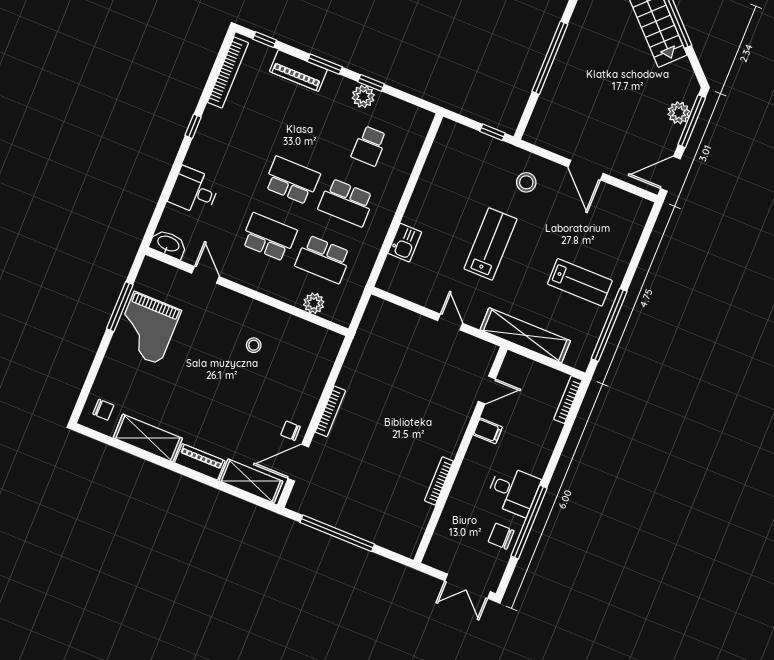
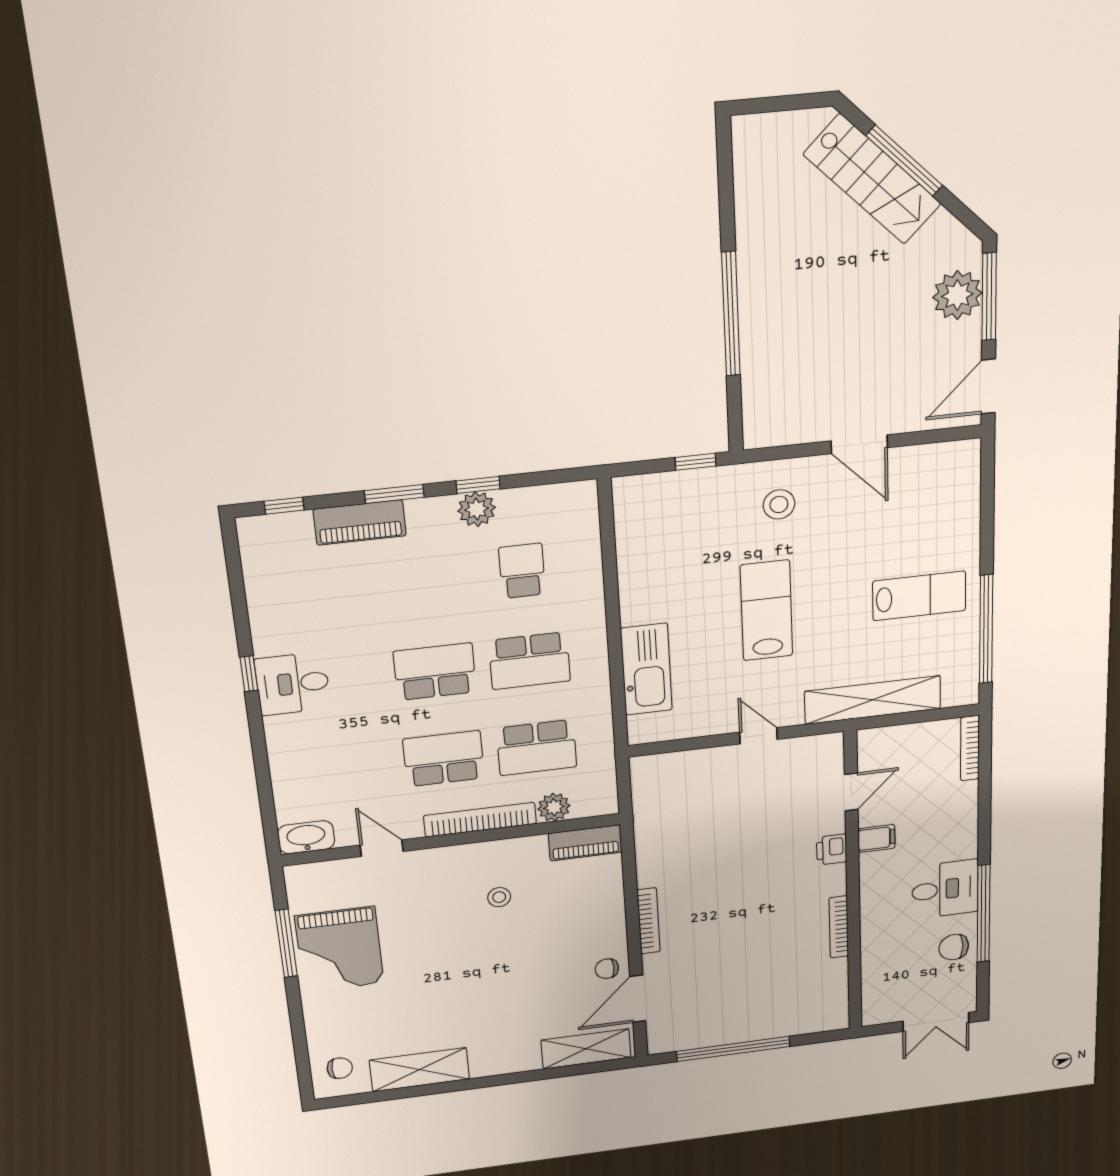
bookcase: (228, 72) -> (480, 820), moved, turned -90
plant: (679, 113) -> (957, 295), width x1.36, depth x1.36
school desk: (369, 146) -> (522, 571), turned 180
desk: (194, 191) -> (293, 684), moved
kitchen sink: (405, 243) -> (646, 669), width x1.88, depth x1.24
printer: (458, 423) -> (832, 850), added
piano: (200, 462) -> (585, 843), moved, turned 180

